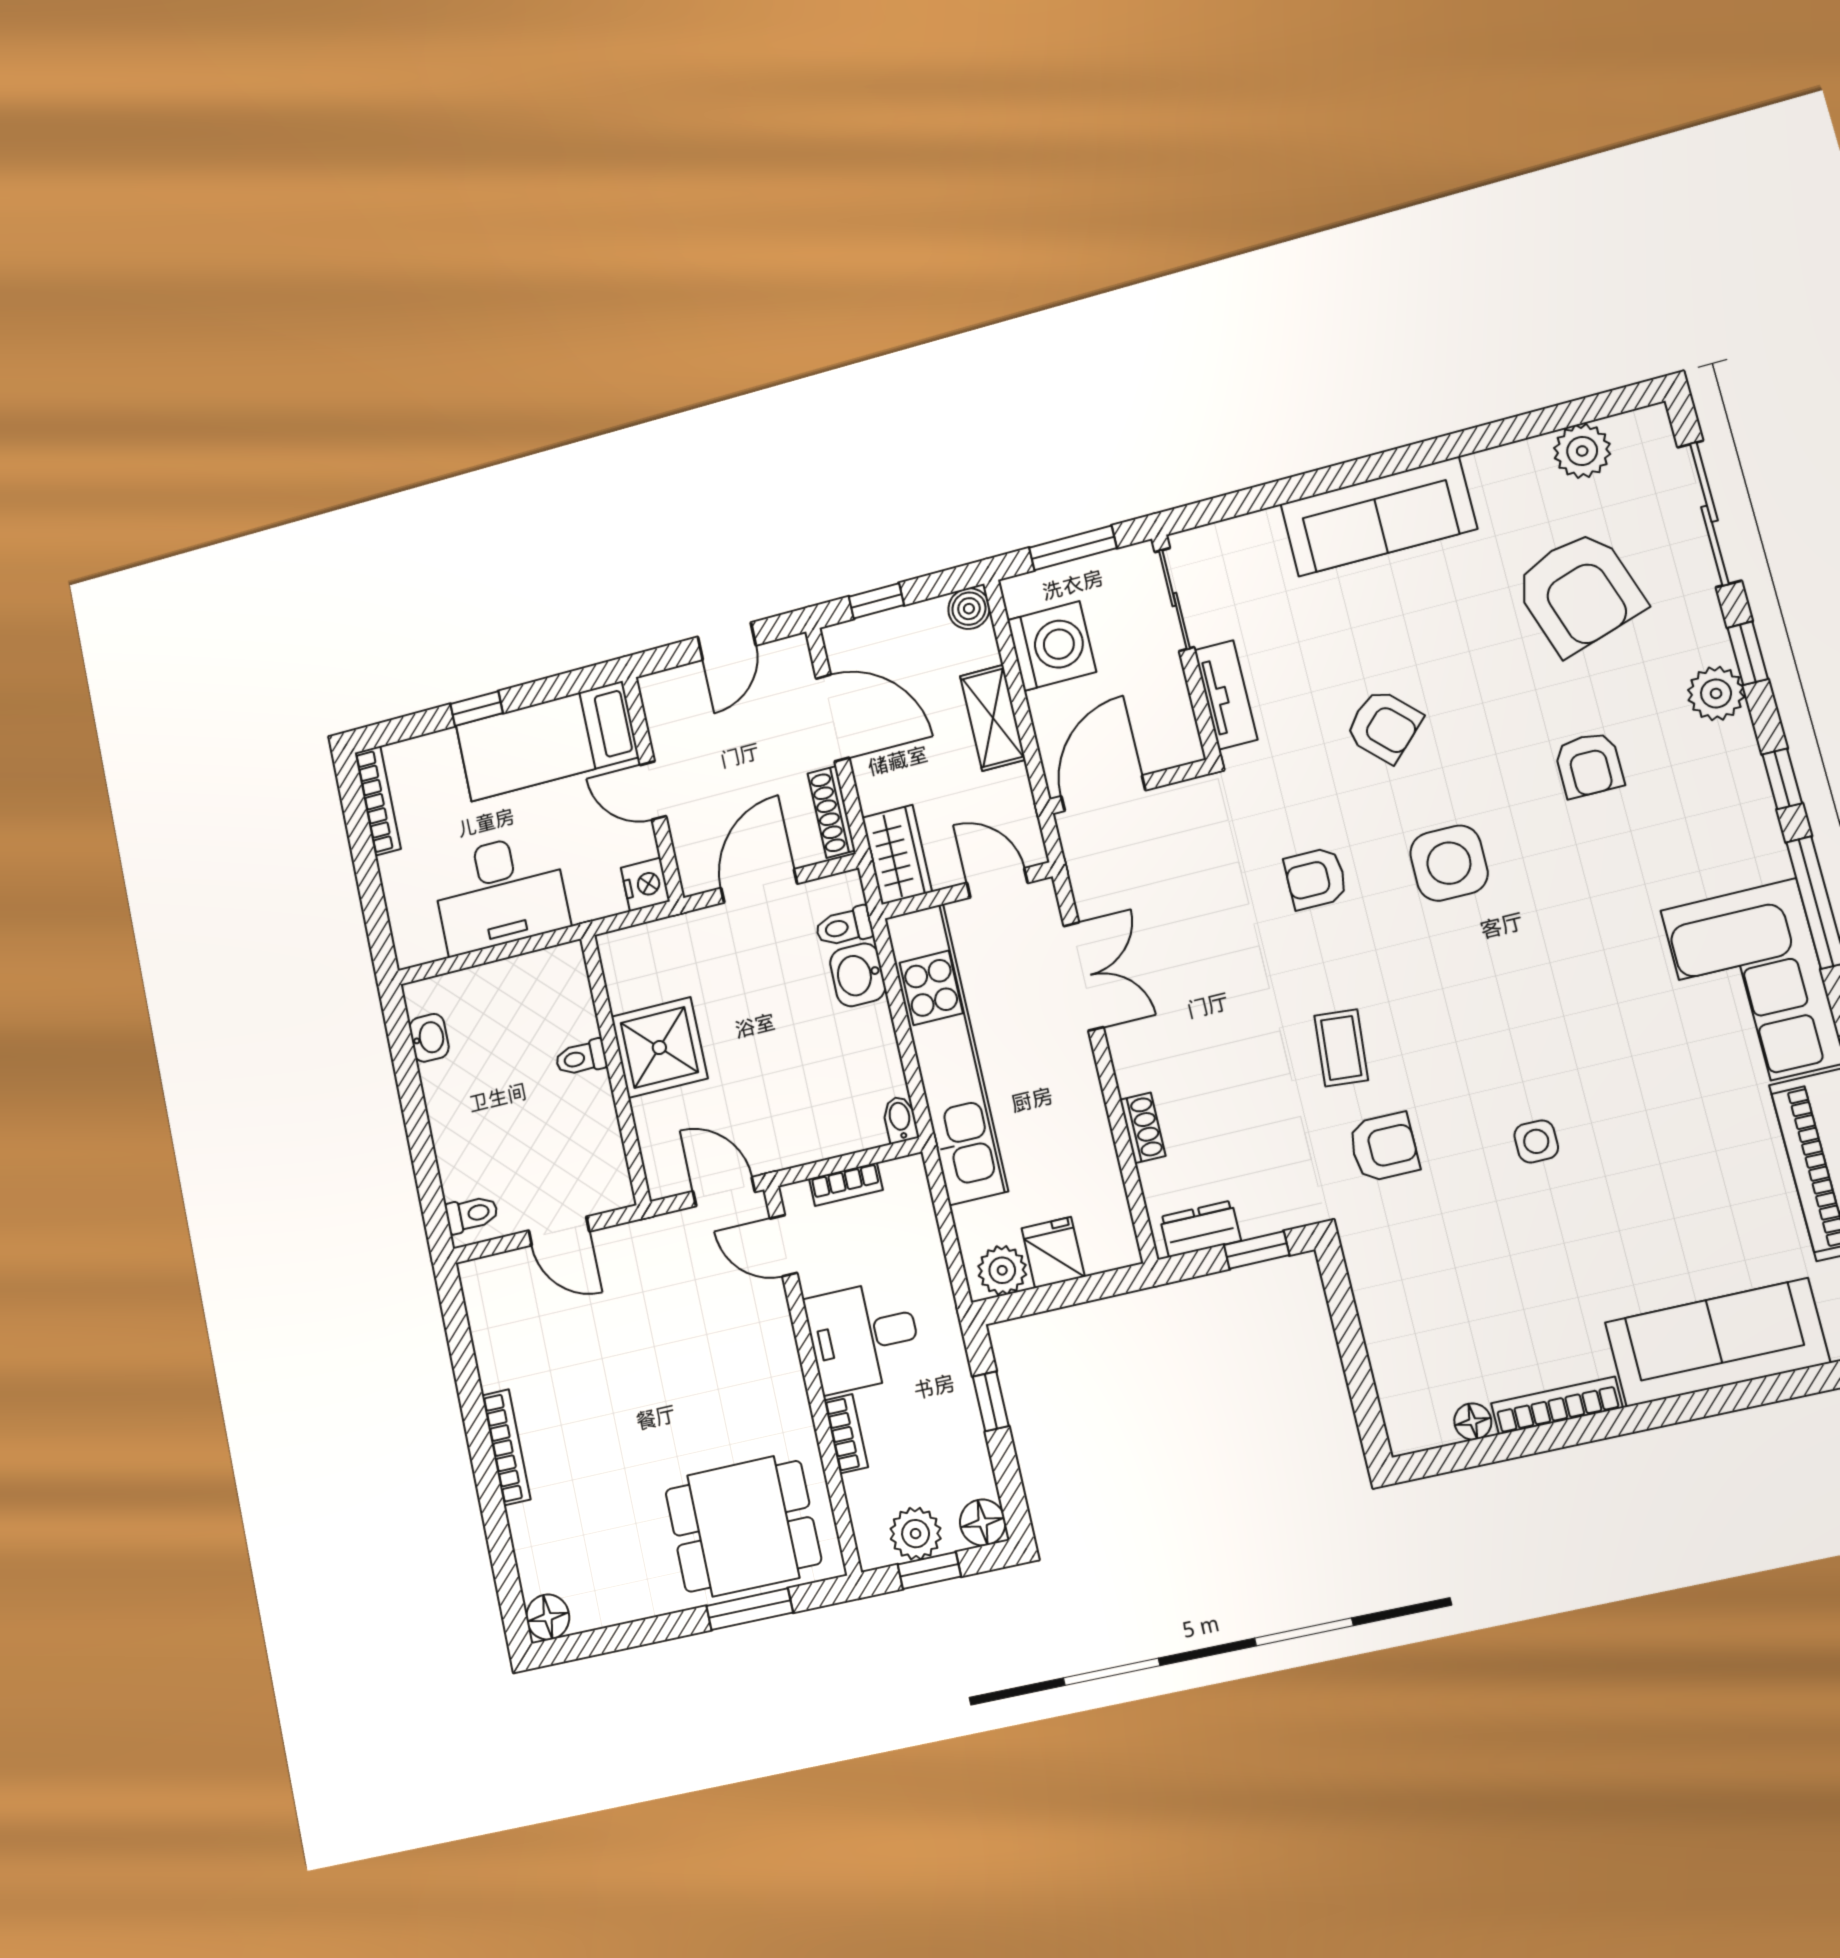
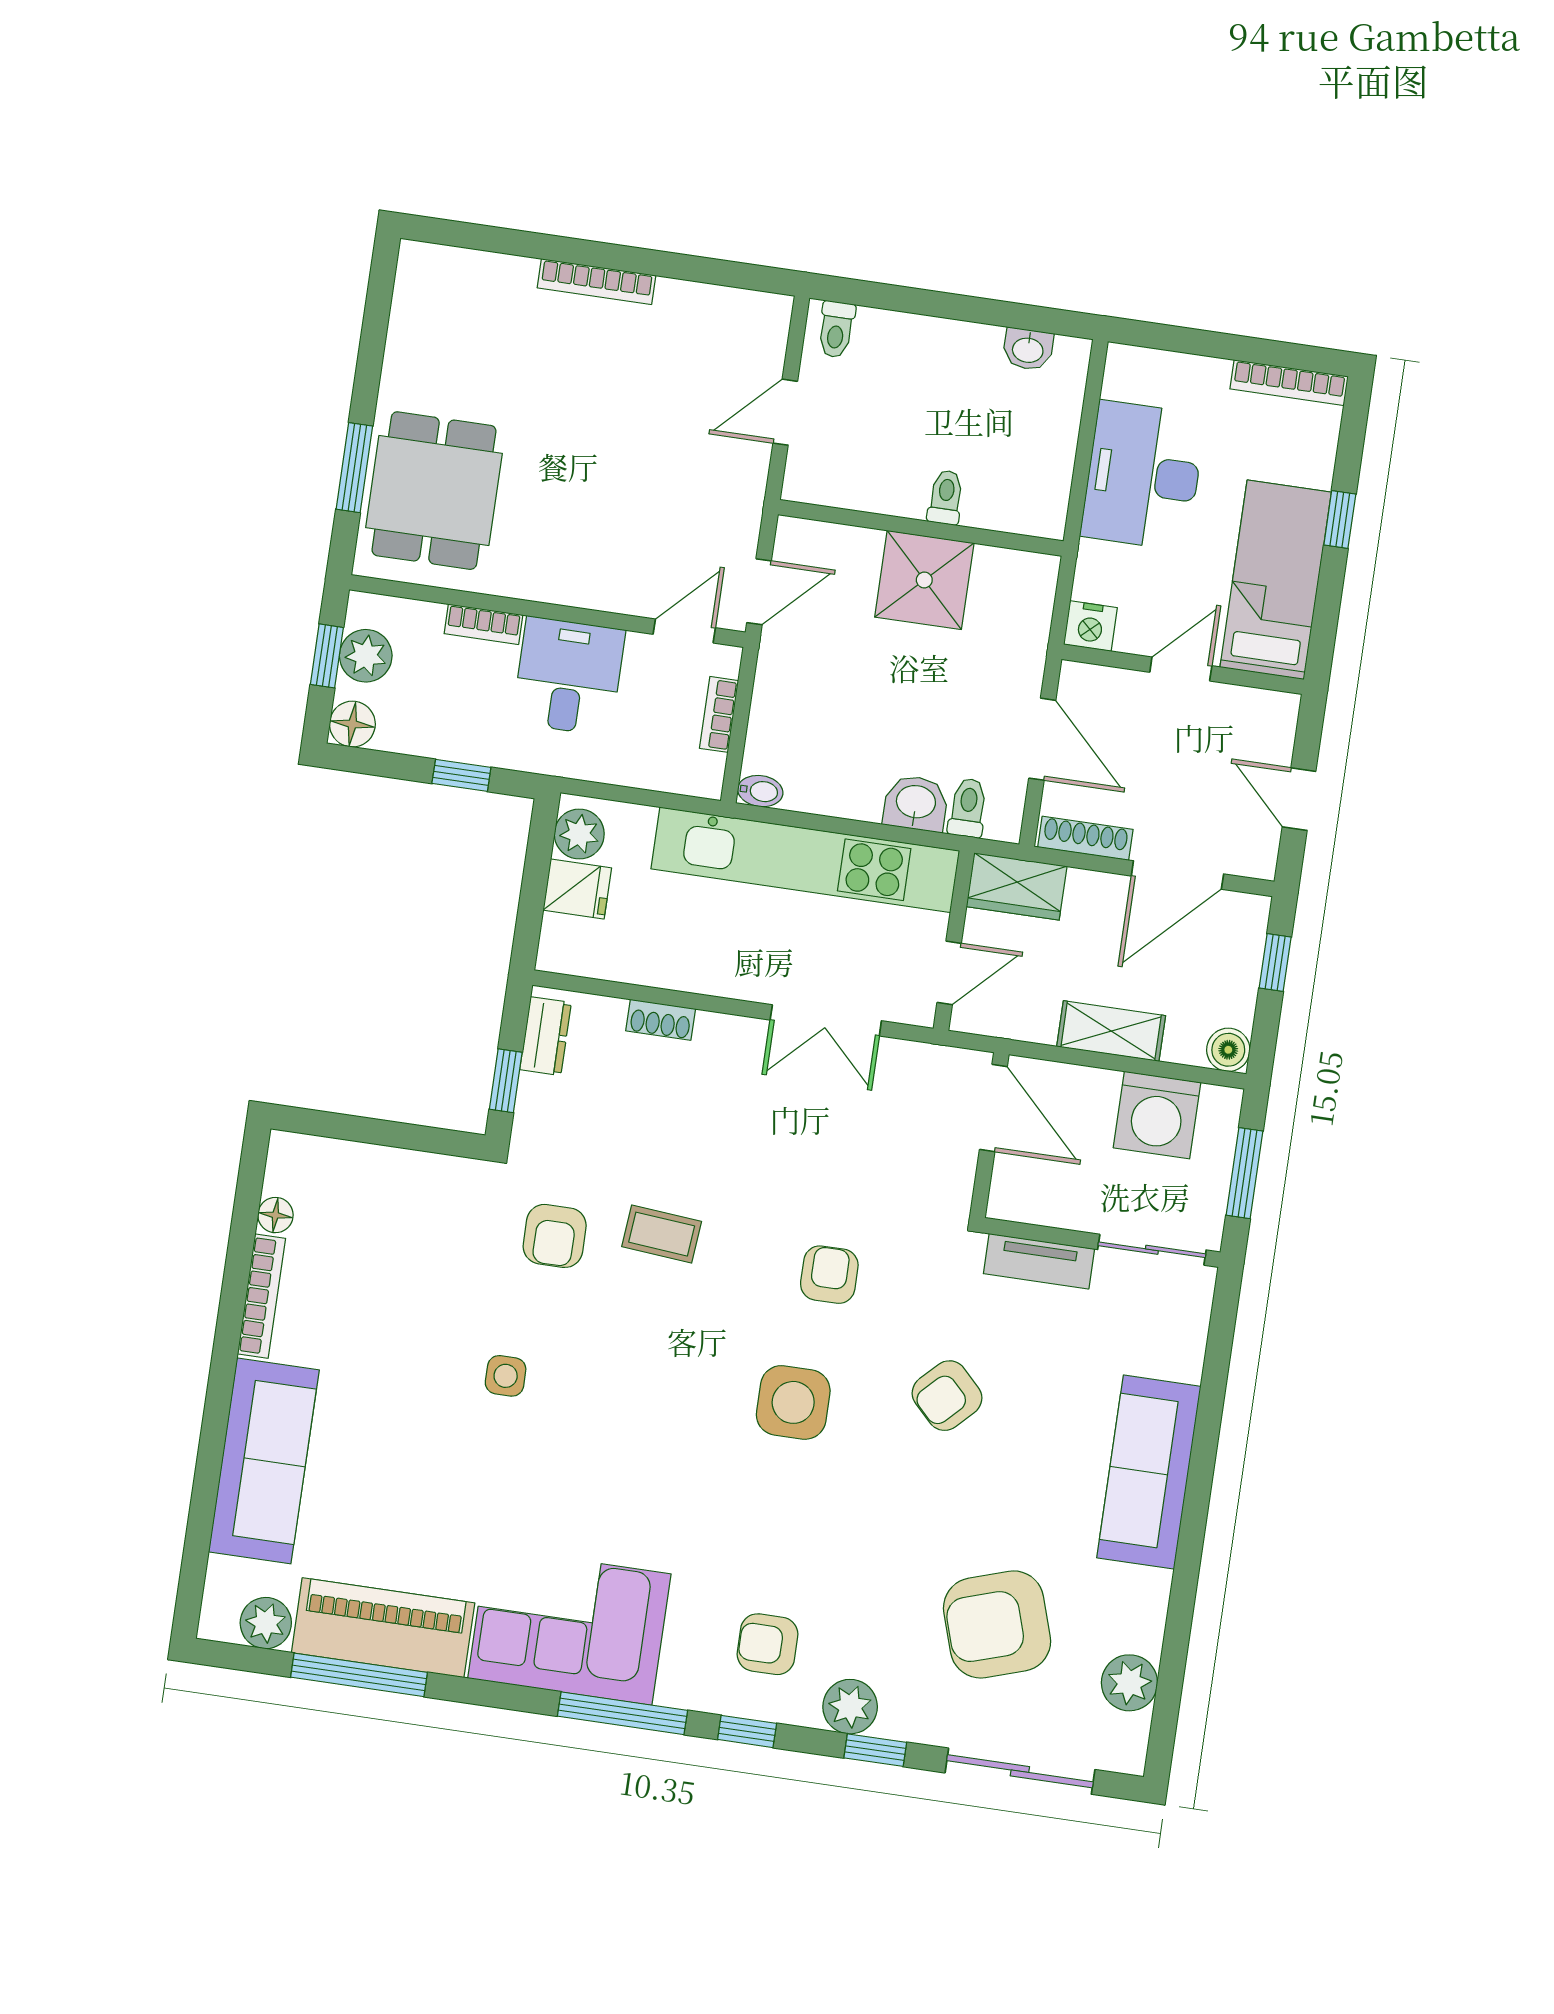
armchair: (1589, 765) -> (768, 1644), moved
floor lamp: (548, 1617) -> (419, 264), removed

